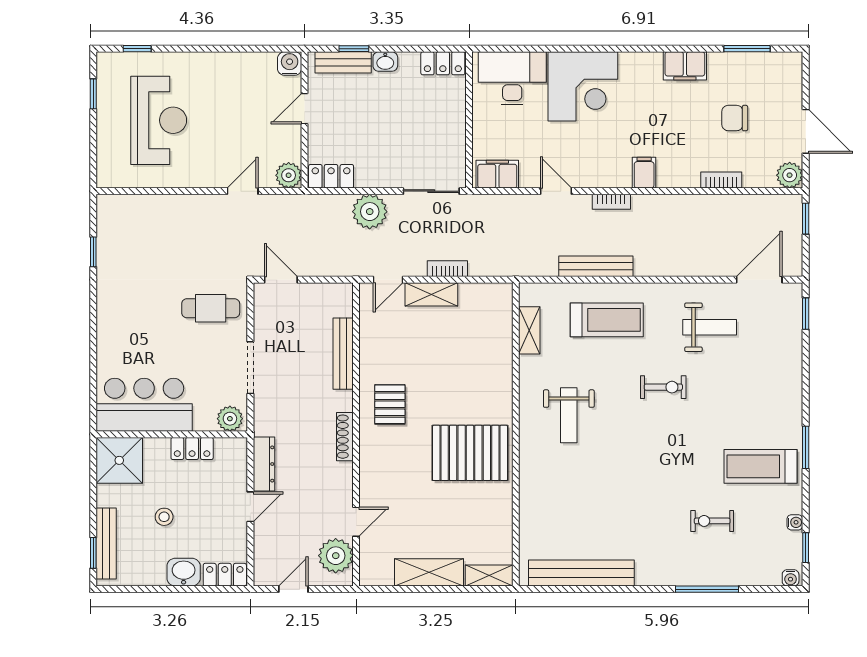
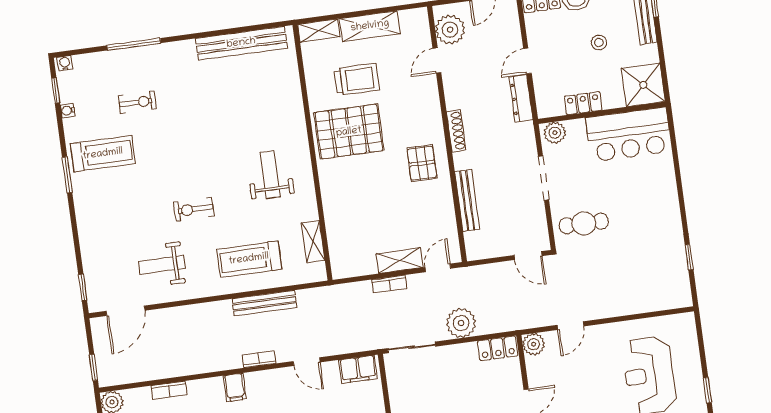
trolley: (453, 512) -> (357, 79), added

